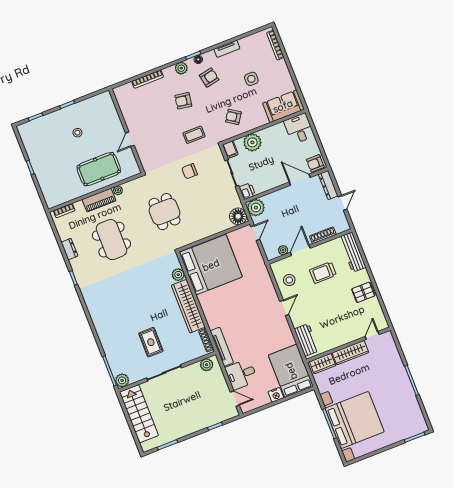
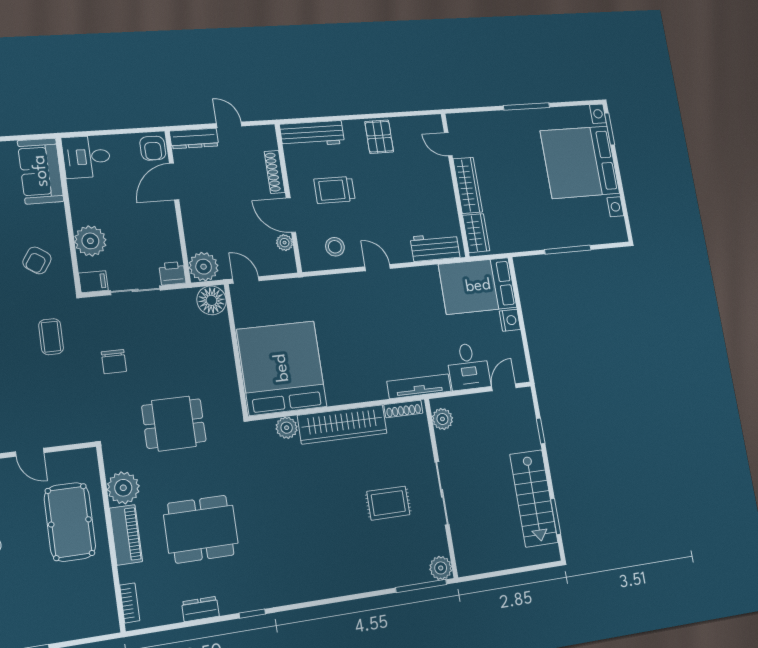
plant: (118, 190) -> (123, 488), width x1.87, depth x1.87
trolley: (323, 273) -> (335, 190), turned 90
stairs: (139, 414) -> (534, 498), moved, turned -90
bed with nightstands: (355, 420) -> (580, 162), moved, turned -90

